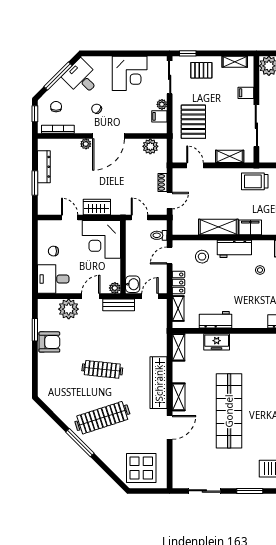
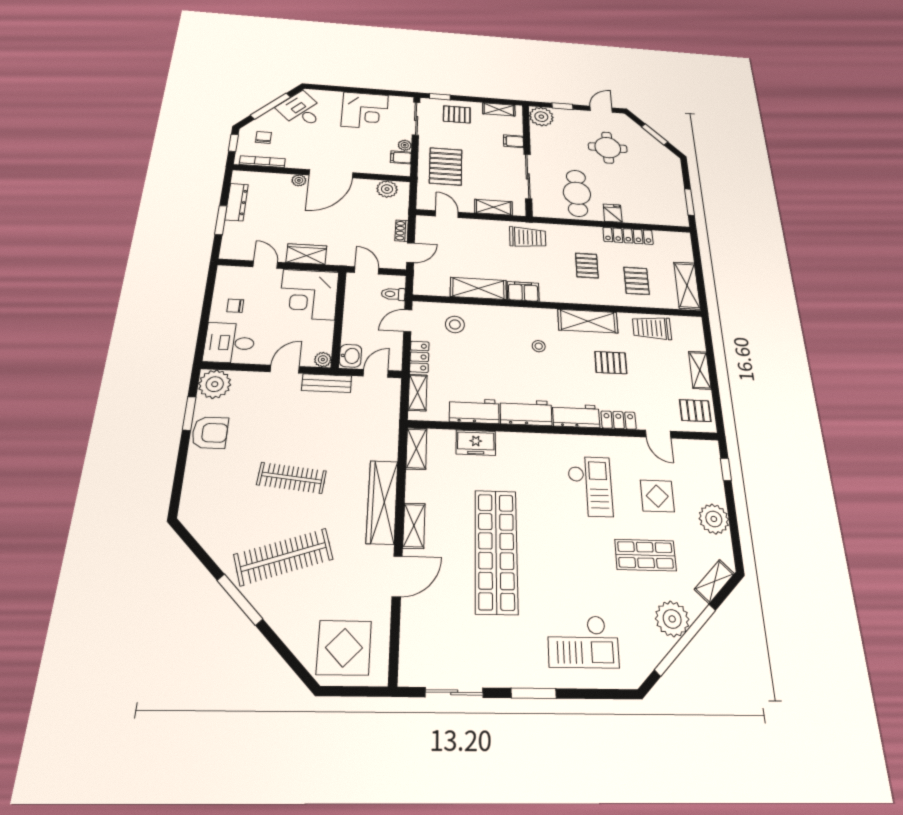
chair: (97, 109) -> (318, 144), removed
trolley: (255, 181) -> (528, 237), turned 180
workbench: (234, 249) -> (526, 412), moved, turned 180
plant: (69, 309) -> (215, 384), moved

